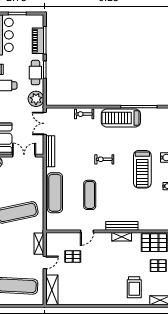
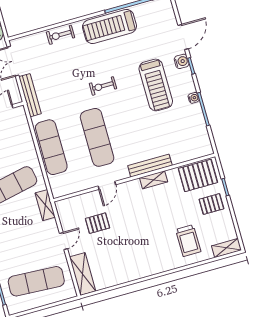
exercise mat: (90, 195) -> (97, 137), width x1.36, depth x1.45
shelving: (39, 244) -> (45, 205), moved

